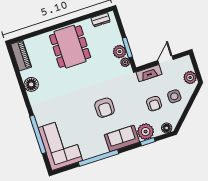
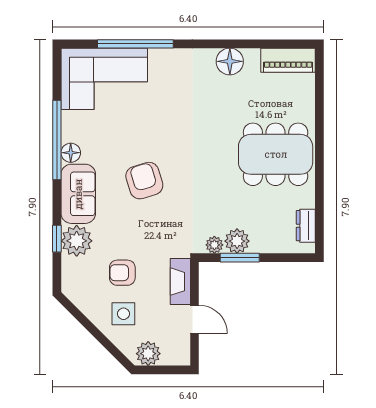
armchair: (105, 108) -> (144, 181), turned 73
floor lamp: (167, 128) -> (71, 153), moved

